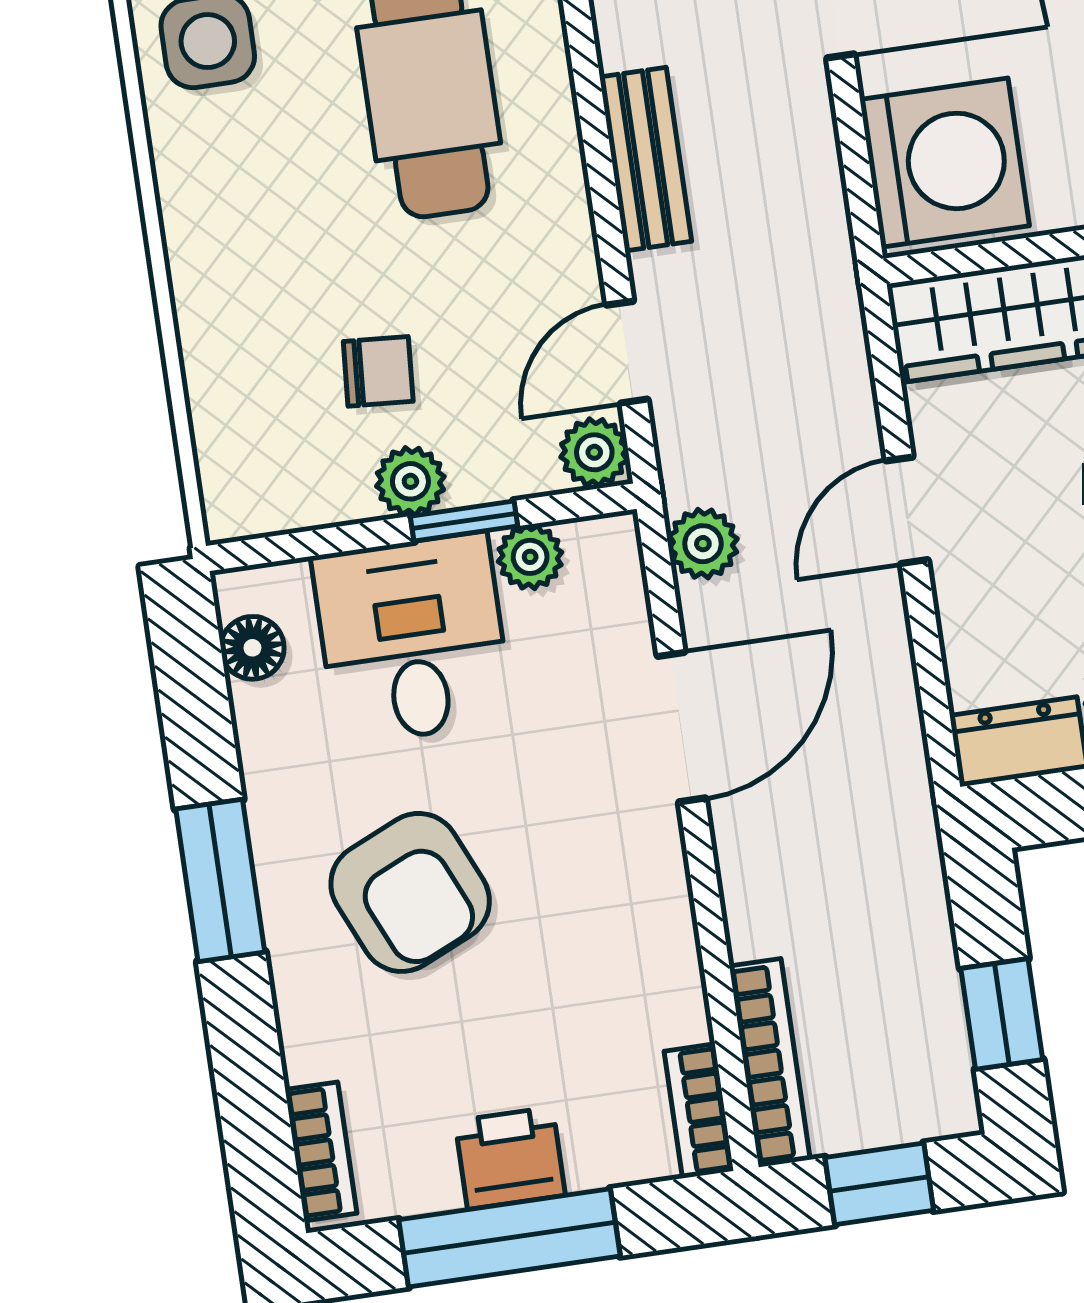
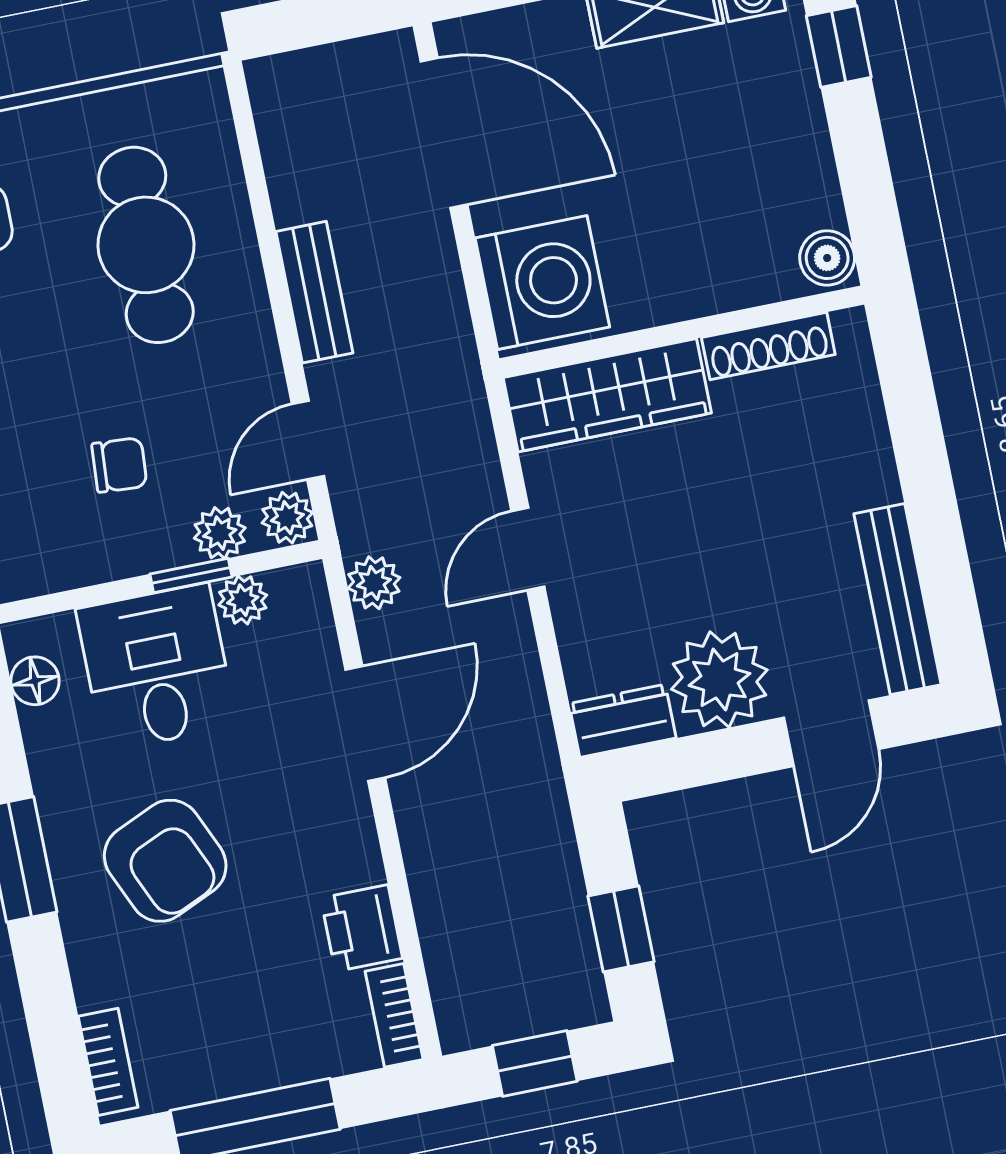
plant: (410, 481) -> (220, 533), moved
bookcase: (770, 1063) -> (446, 976), removed
printer: (510, 1158) -> (362, 928), moved, turned -90

